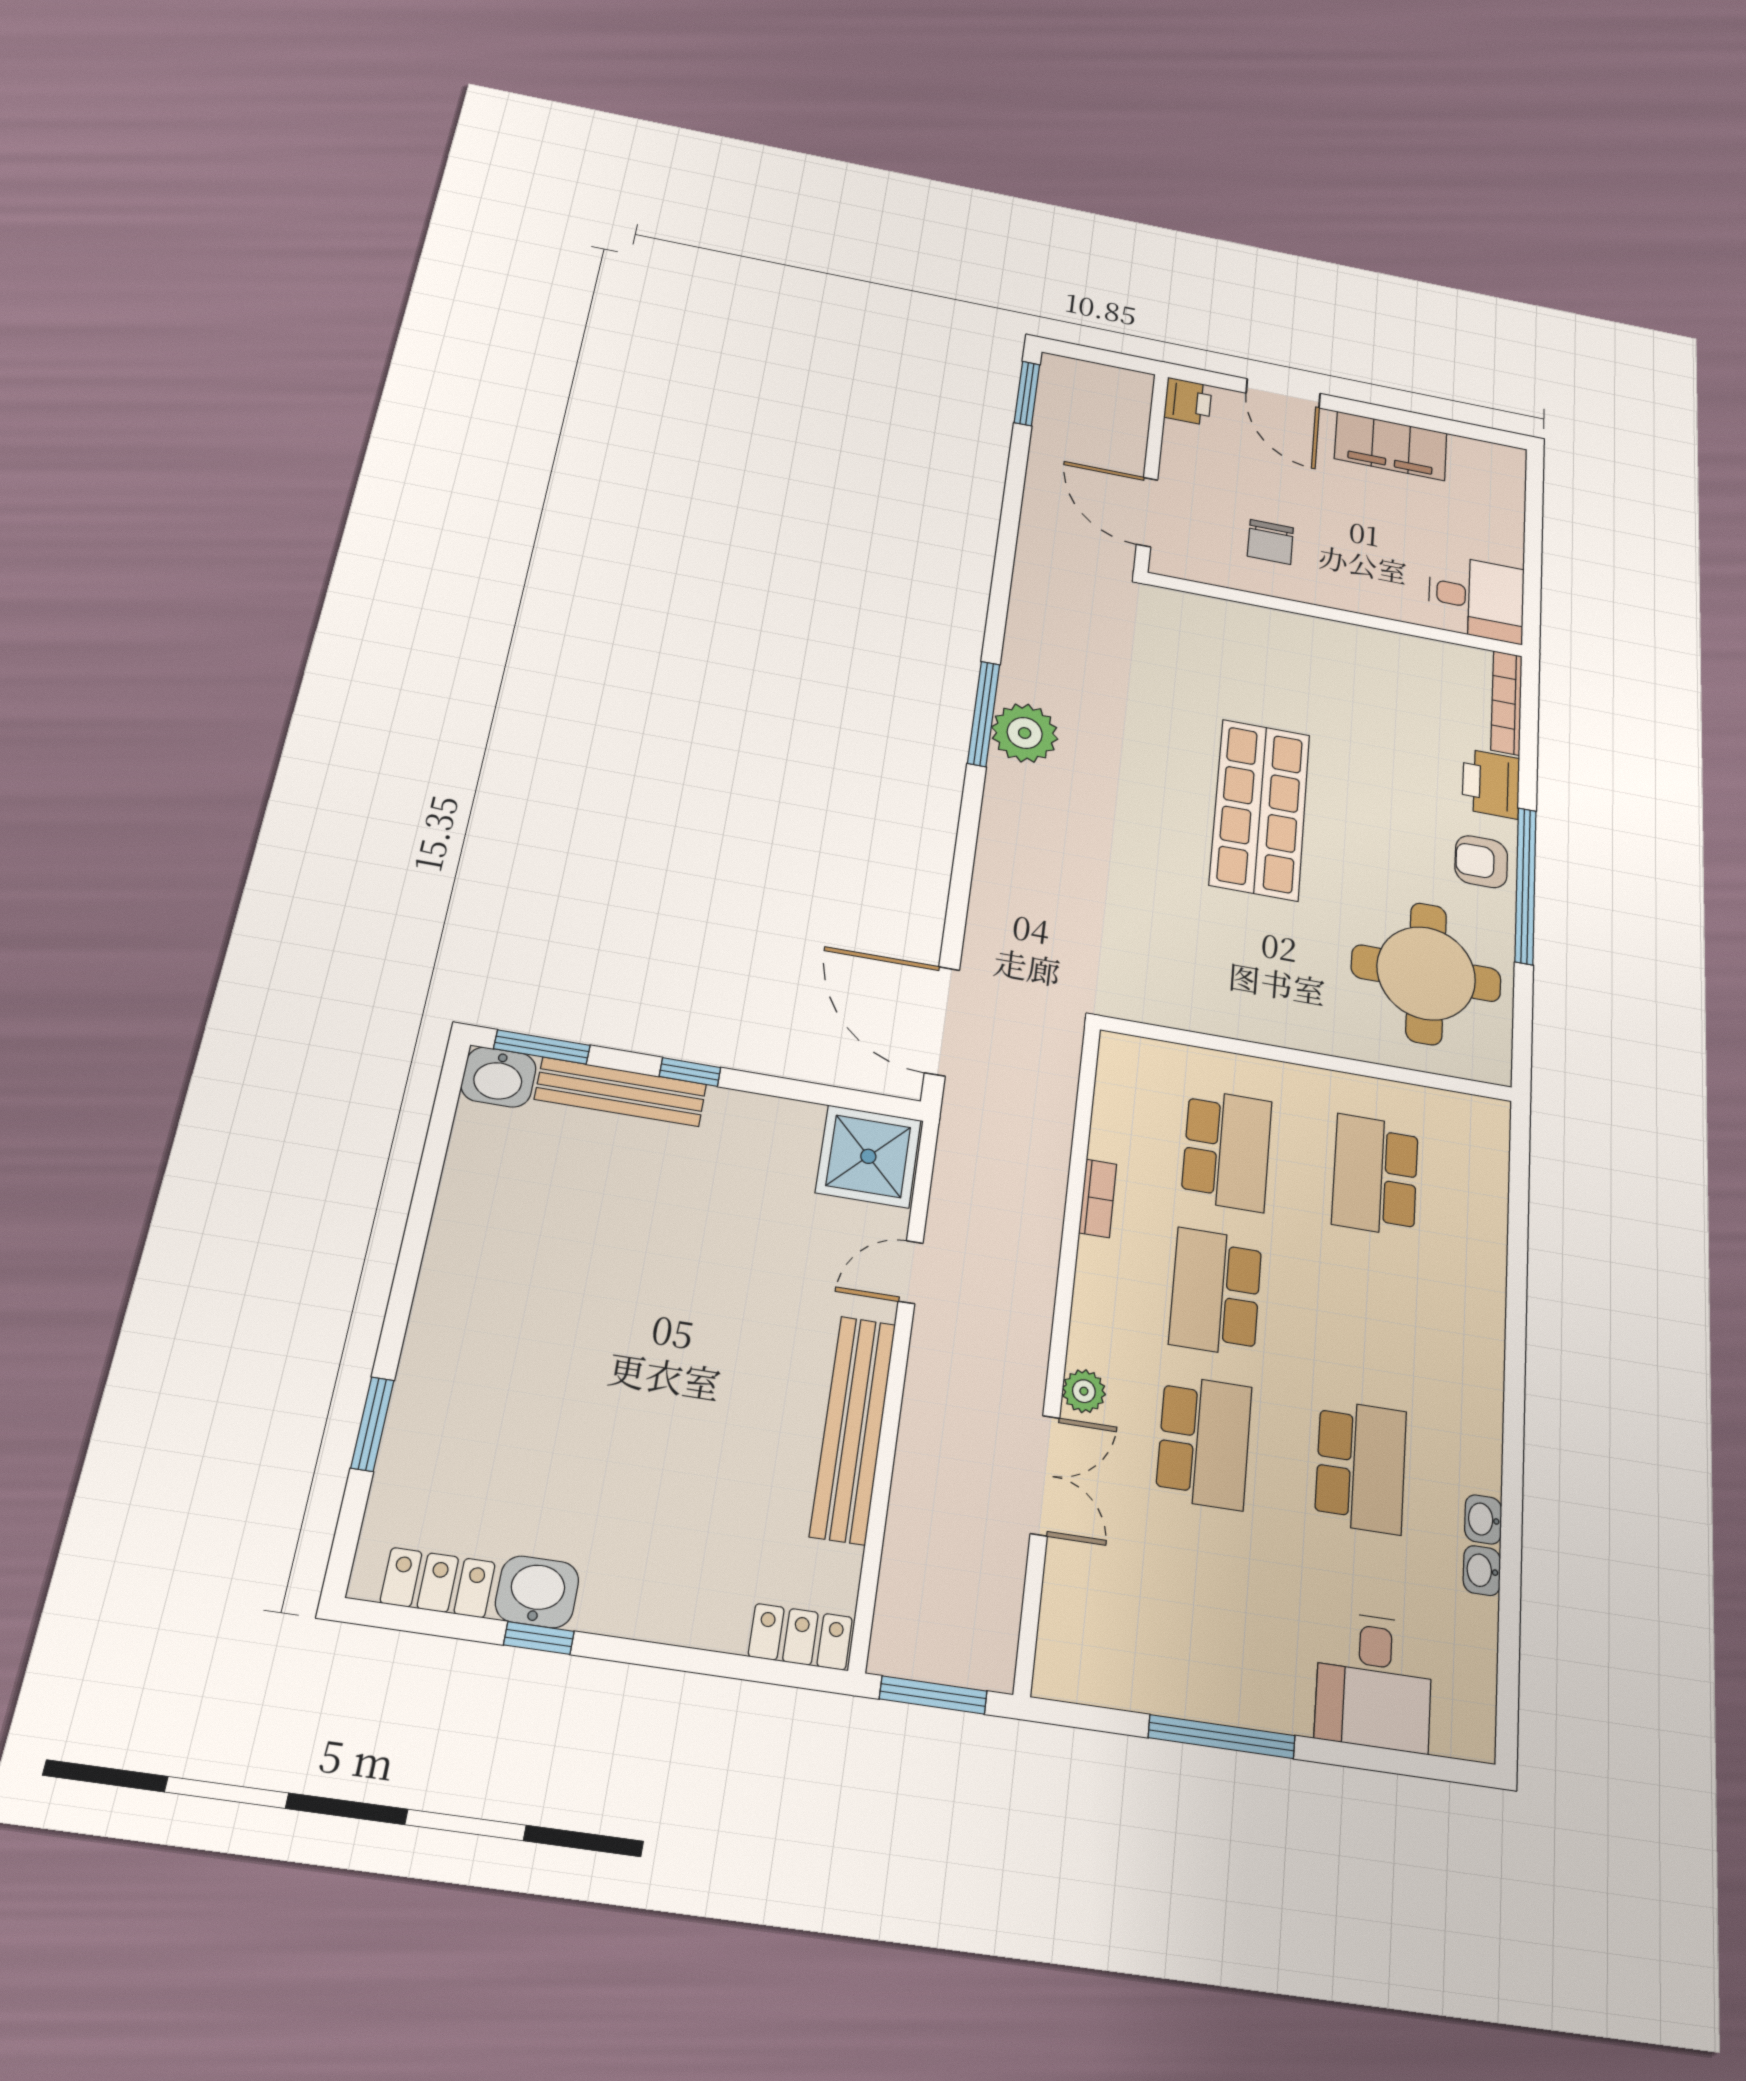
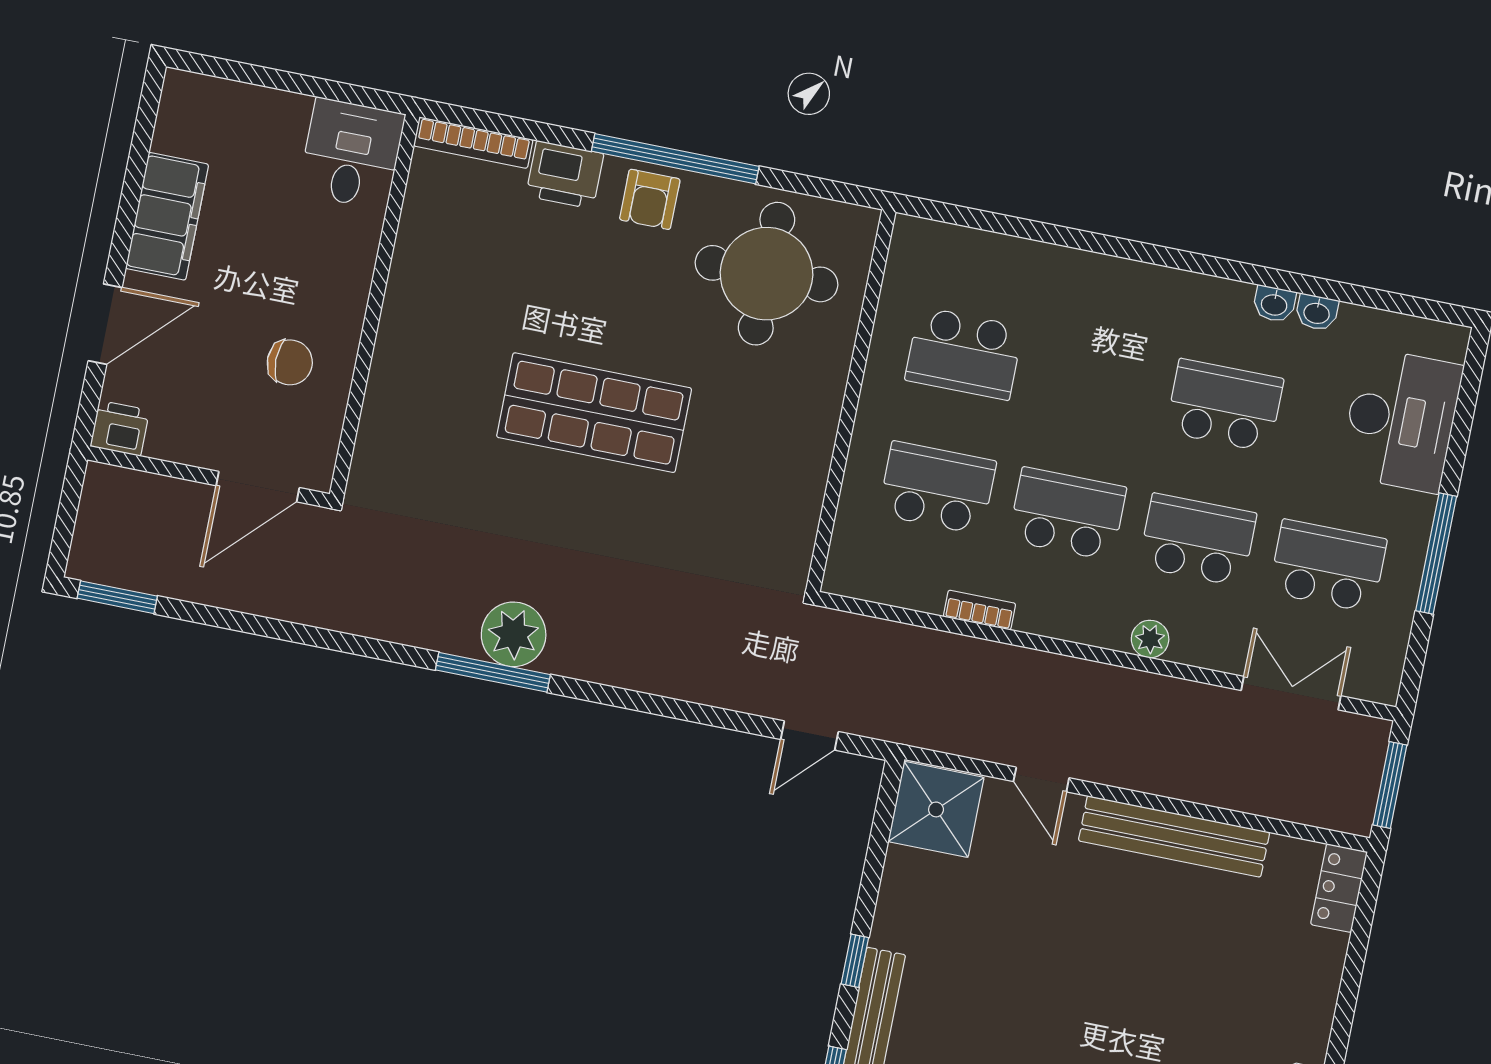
door: (942, 1021) -> (809, 736), width x0.53
school desk: (1216, 1292) -> (1067, 514), turned 180
double door: (1045, 1475) -> (1291, 693), moved
school desk: (1192, 1600) -> (1328, 566), added
desk: (1374, 1681) -> (1401, 420), width x1.37

